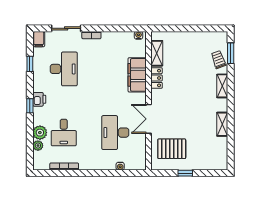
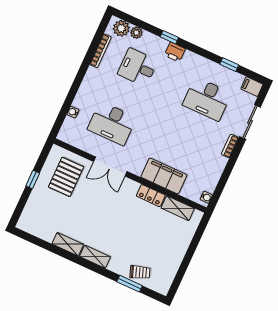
window: (231, 53) -> (130, 284), moved
shelving: (222, 86) -> (95, 257), moved
printer: (39, 99) -> (175, 52), moved
window: (30, 106) -> (169, 37), moved
double door: (149, 119) -> (110, 166), swing flipped
plant: (40, 133) -> (121, 28), moved
desk: (115, 133) -> (112, 123), turned 180

